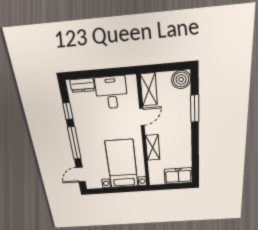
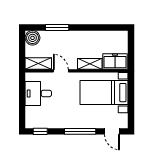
dresser: (82, 85) -> (30, 116), removed
window: (68, 111) -> (40, 131), moved
freezer: (178, 176) -> (115, 61), moved, turned 90

